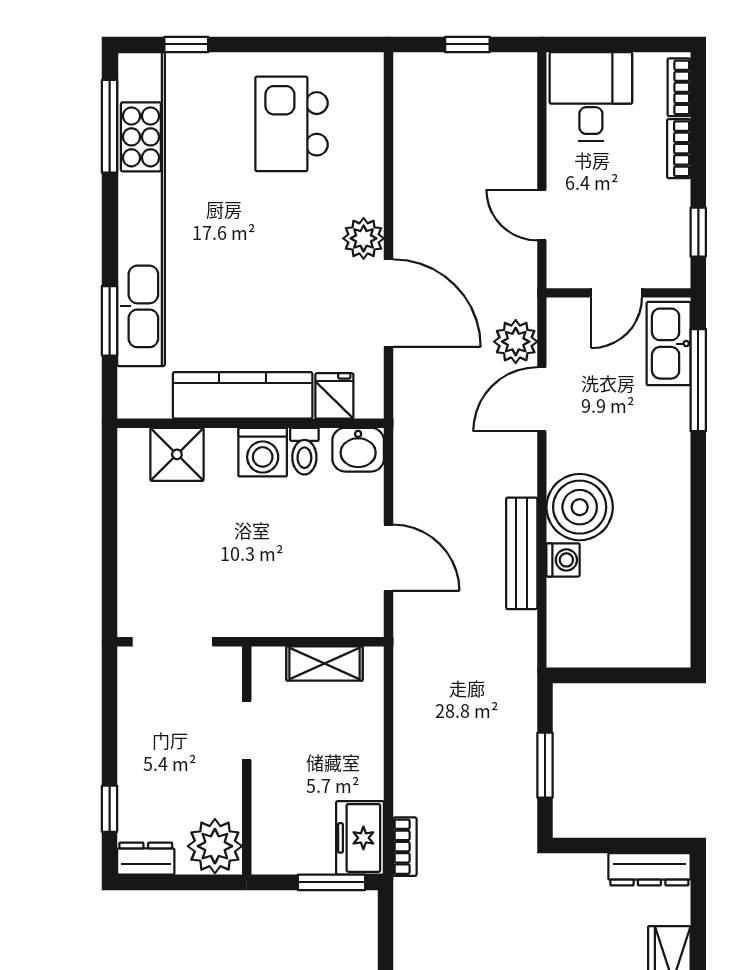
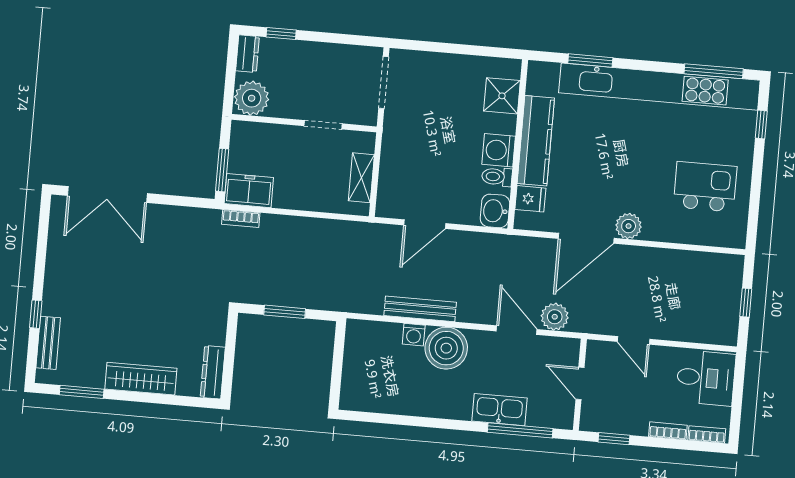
door: (542, 215) -> (633, 340), swing flipped
kitchen sink: (669, 344) -> (499, 410), moved

